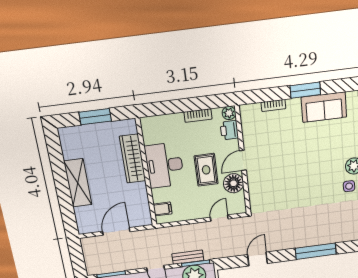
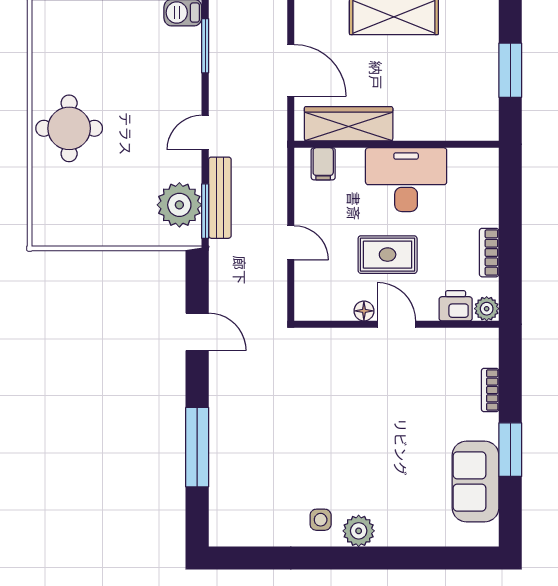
wardrobe: (133, 159) -> (349, 124), moved
floor lamp: (234, 183) -> (364, 311), width x0.53, depth x0.53
door: (219, 218) -> (291, 243), moved
bench: (188, 257) -> (220, 198), width x1.36

